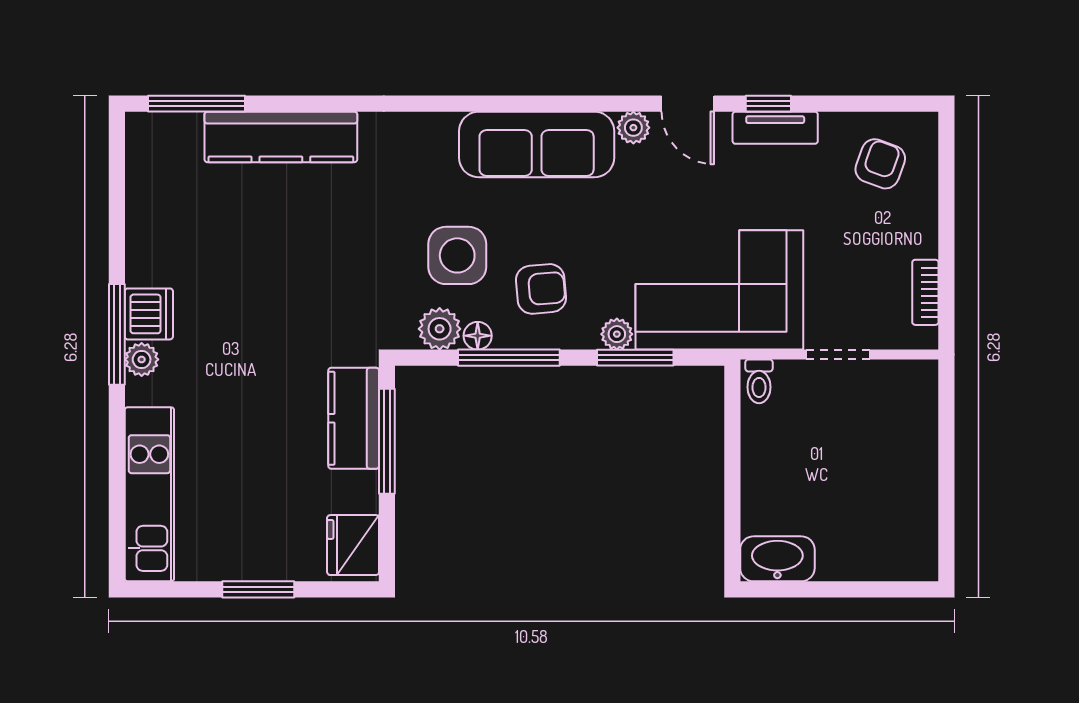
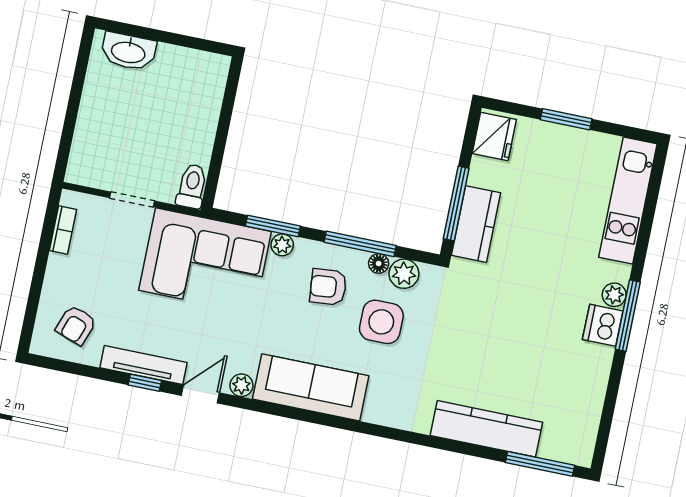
door: (688, 104) -> (200, 394), hinge flipped
tv unit: (775, 128) -> (143, 365), width x1.41
toilet: (759, 381) -> (192, 186), width x1.37, depth x1.39
washbasin: (777, 559) -> (128, 52), moved

